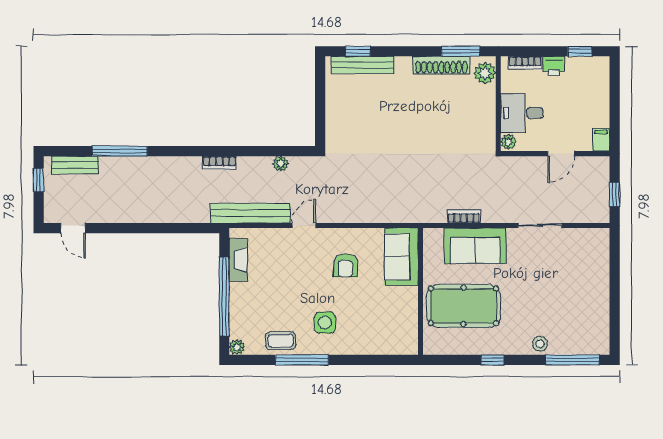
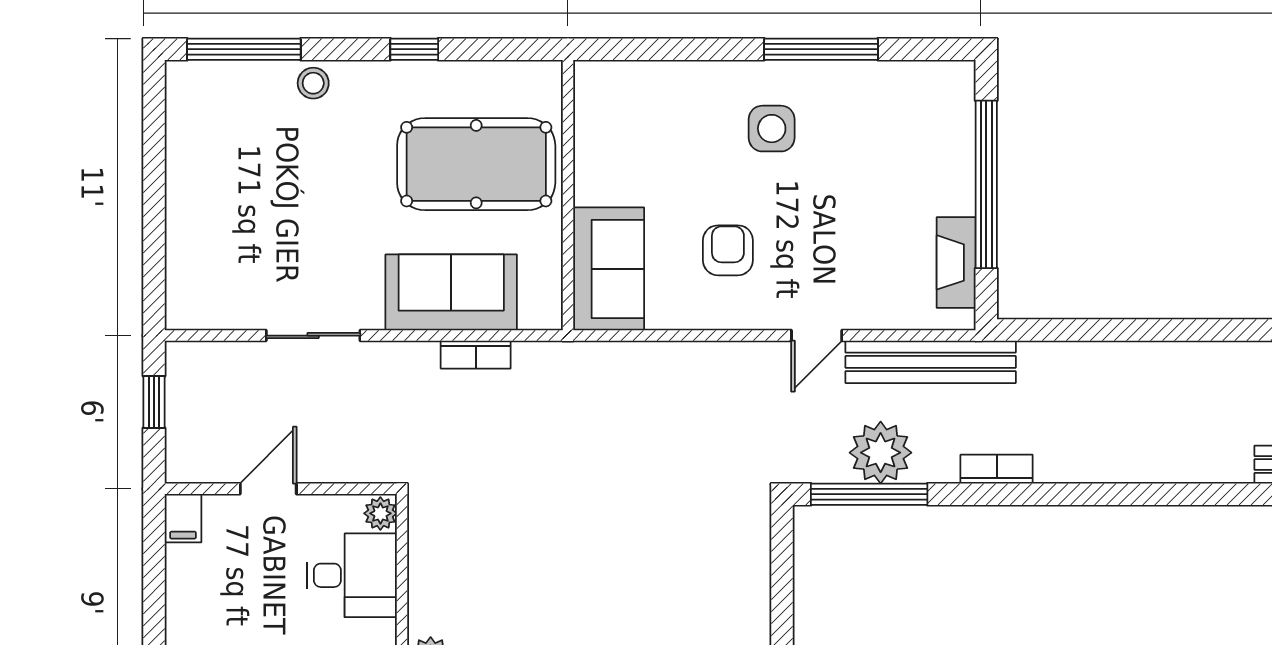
window: (120, 151) -> (869, 494), moved
plant: (281, 164) -> (881, 453), width x1.87, depth x1.87
coffee table: (281, 341) -> (866, 90), removed
plant: (237, 347) -> (959, 76), removed

